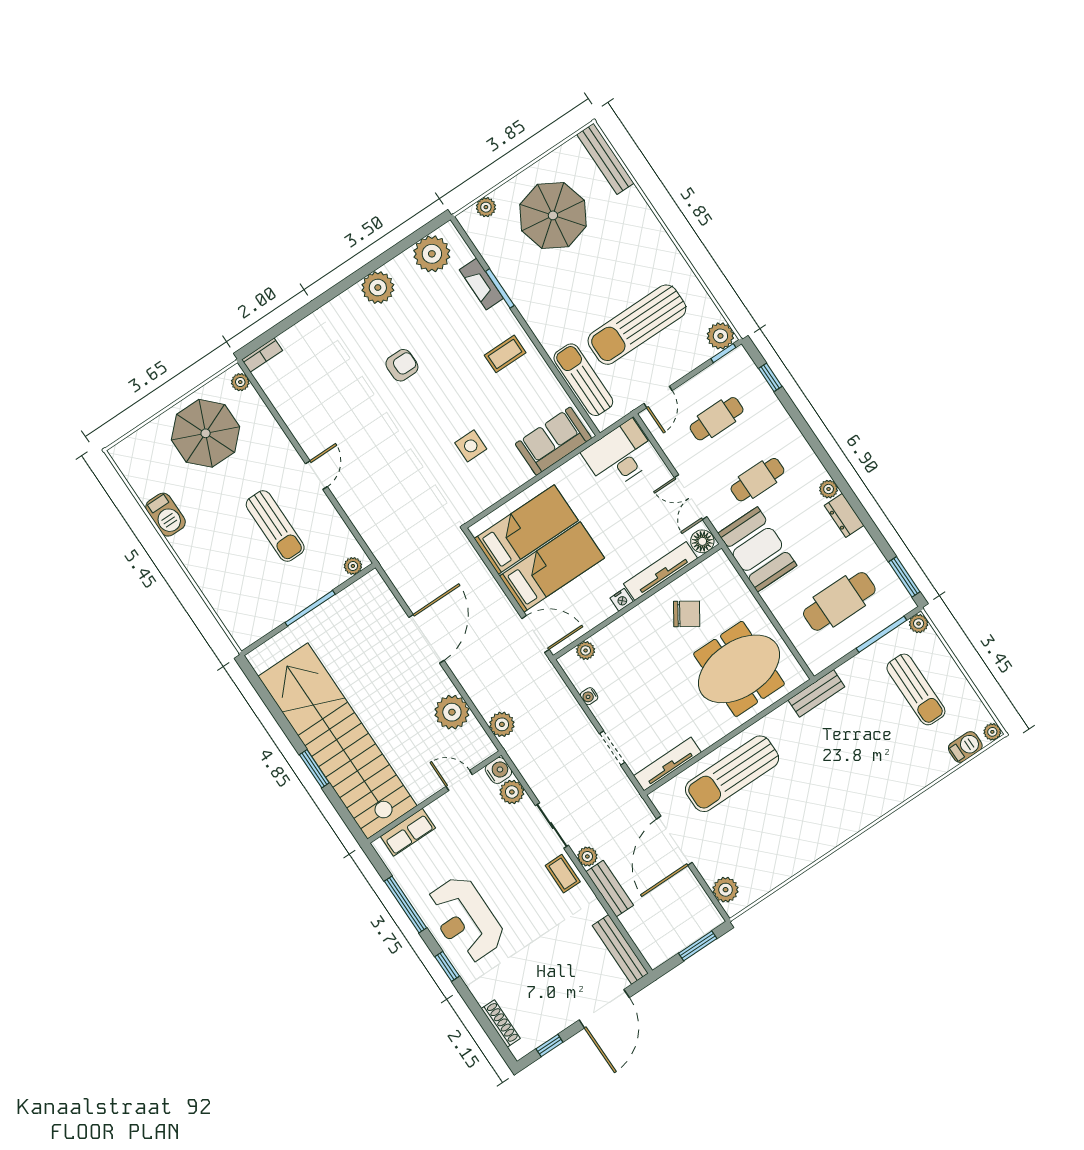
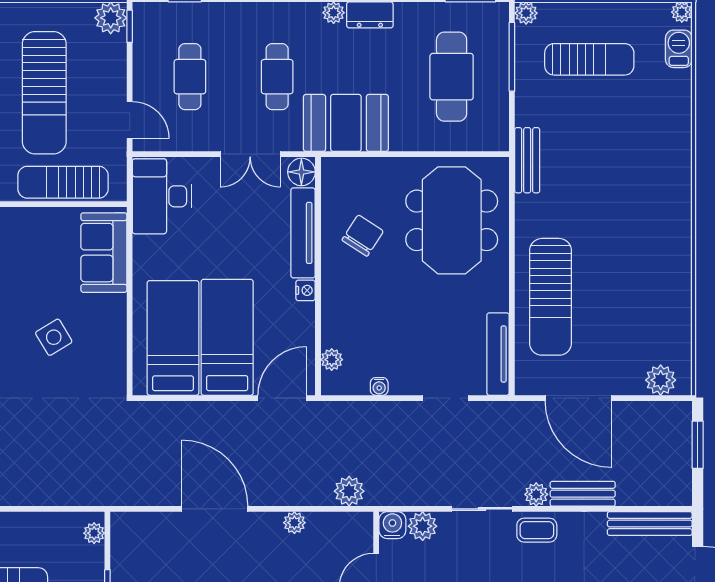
side table: (471, 446) -> (54, 337), turned -31
plant: (452, 712) -> (294, 523), width x0.53, depth x0.53

